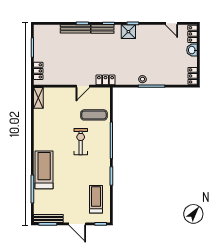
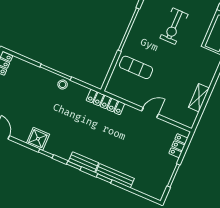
shower: (128, 32) -> (38, 139), moved
locker: (105, 80) -> (105, 102), width x1.53
door: (83, 86) -> (150, 113), moved
shelving: (38, 98) -> (199, 98), moved
exercise bike: (81, 142) -> (174, 26), moved

